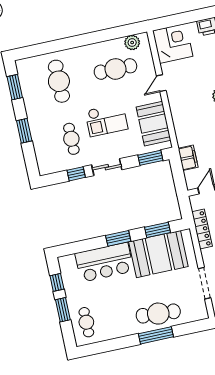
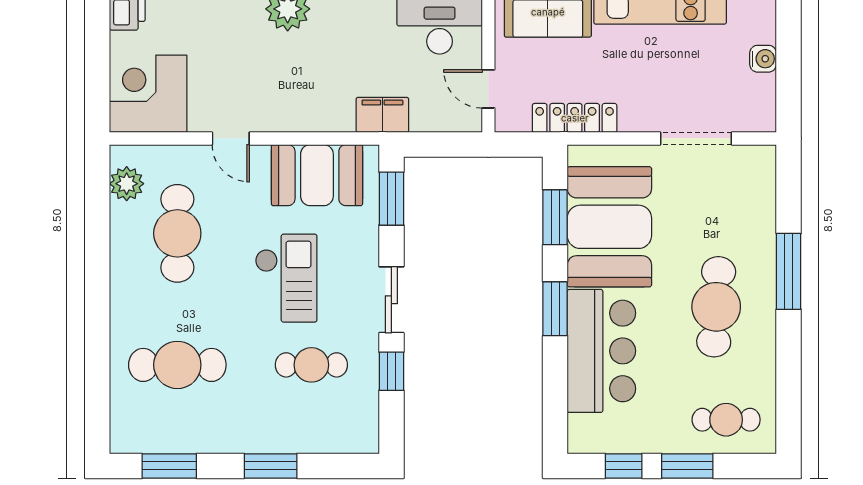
filing cabinet: (188, 158) -> (382, 115), moved
cafe table: (158, 314) -> (716, 307), moved

